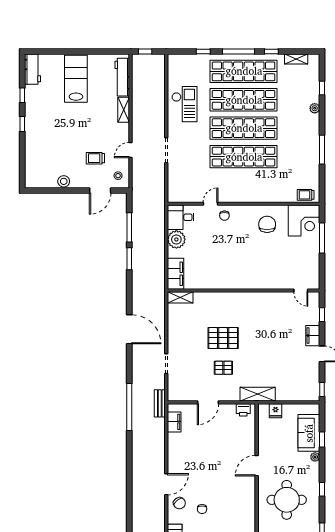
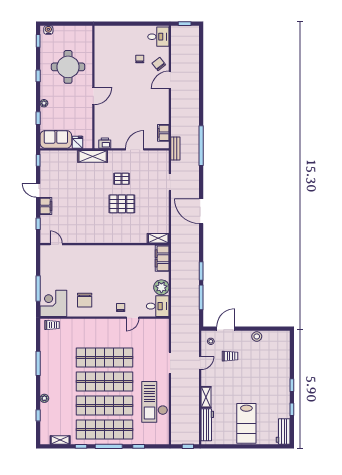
checkout: (184, 104) -> (155, 402), width x1.36, depth x1.21
sofa: (309, 433) -> (56, 139), moved, turned -90

